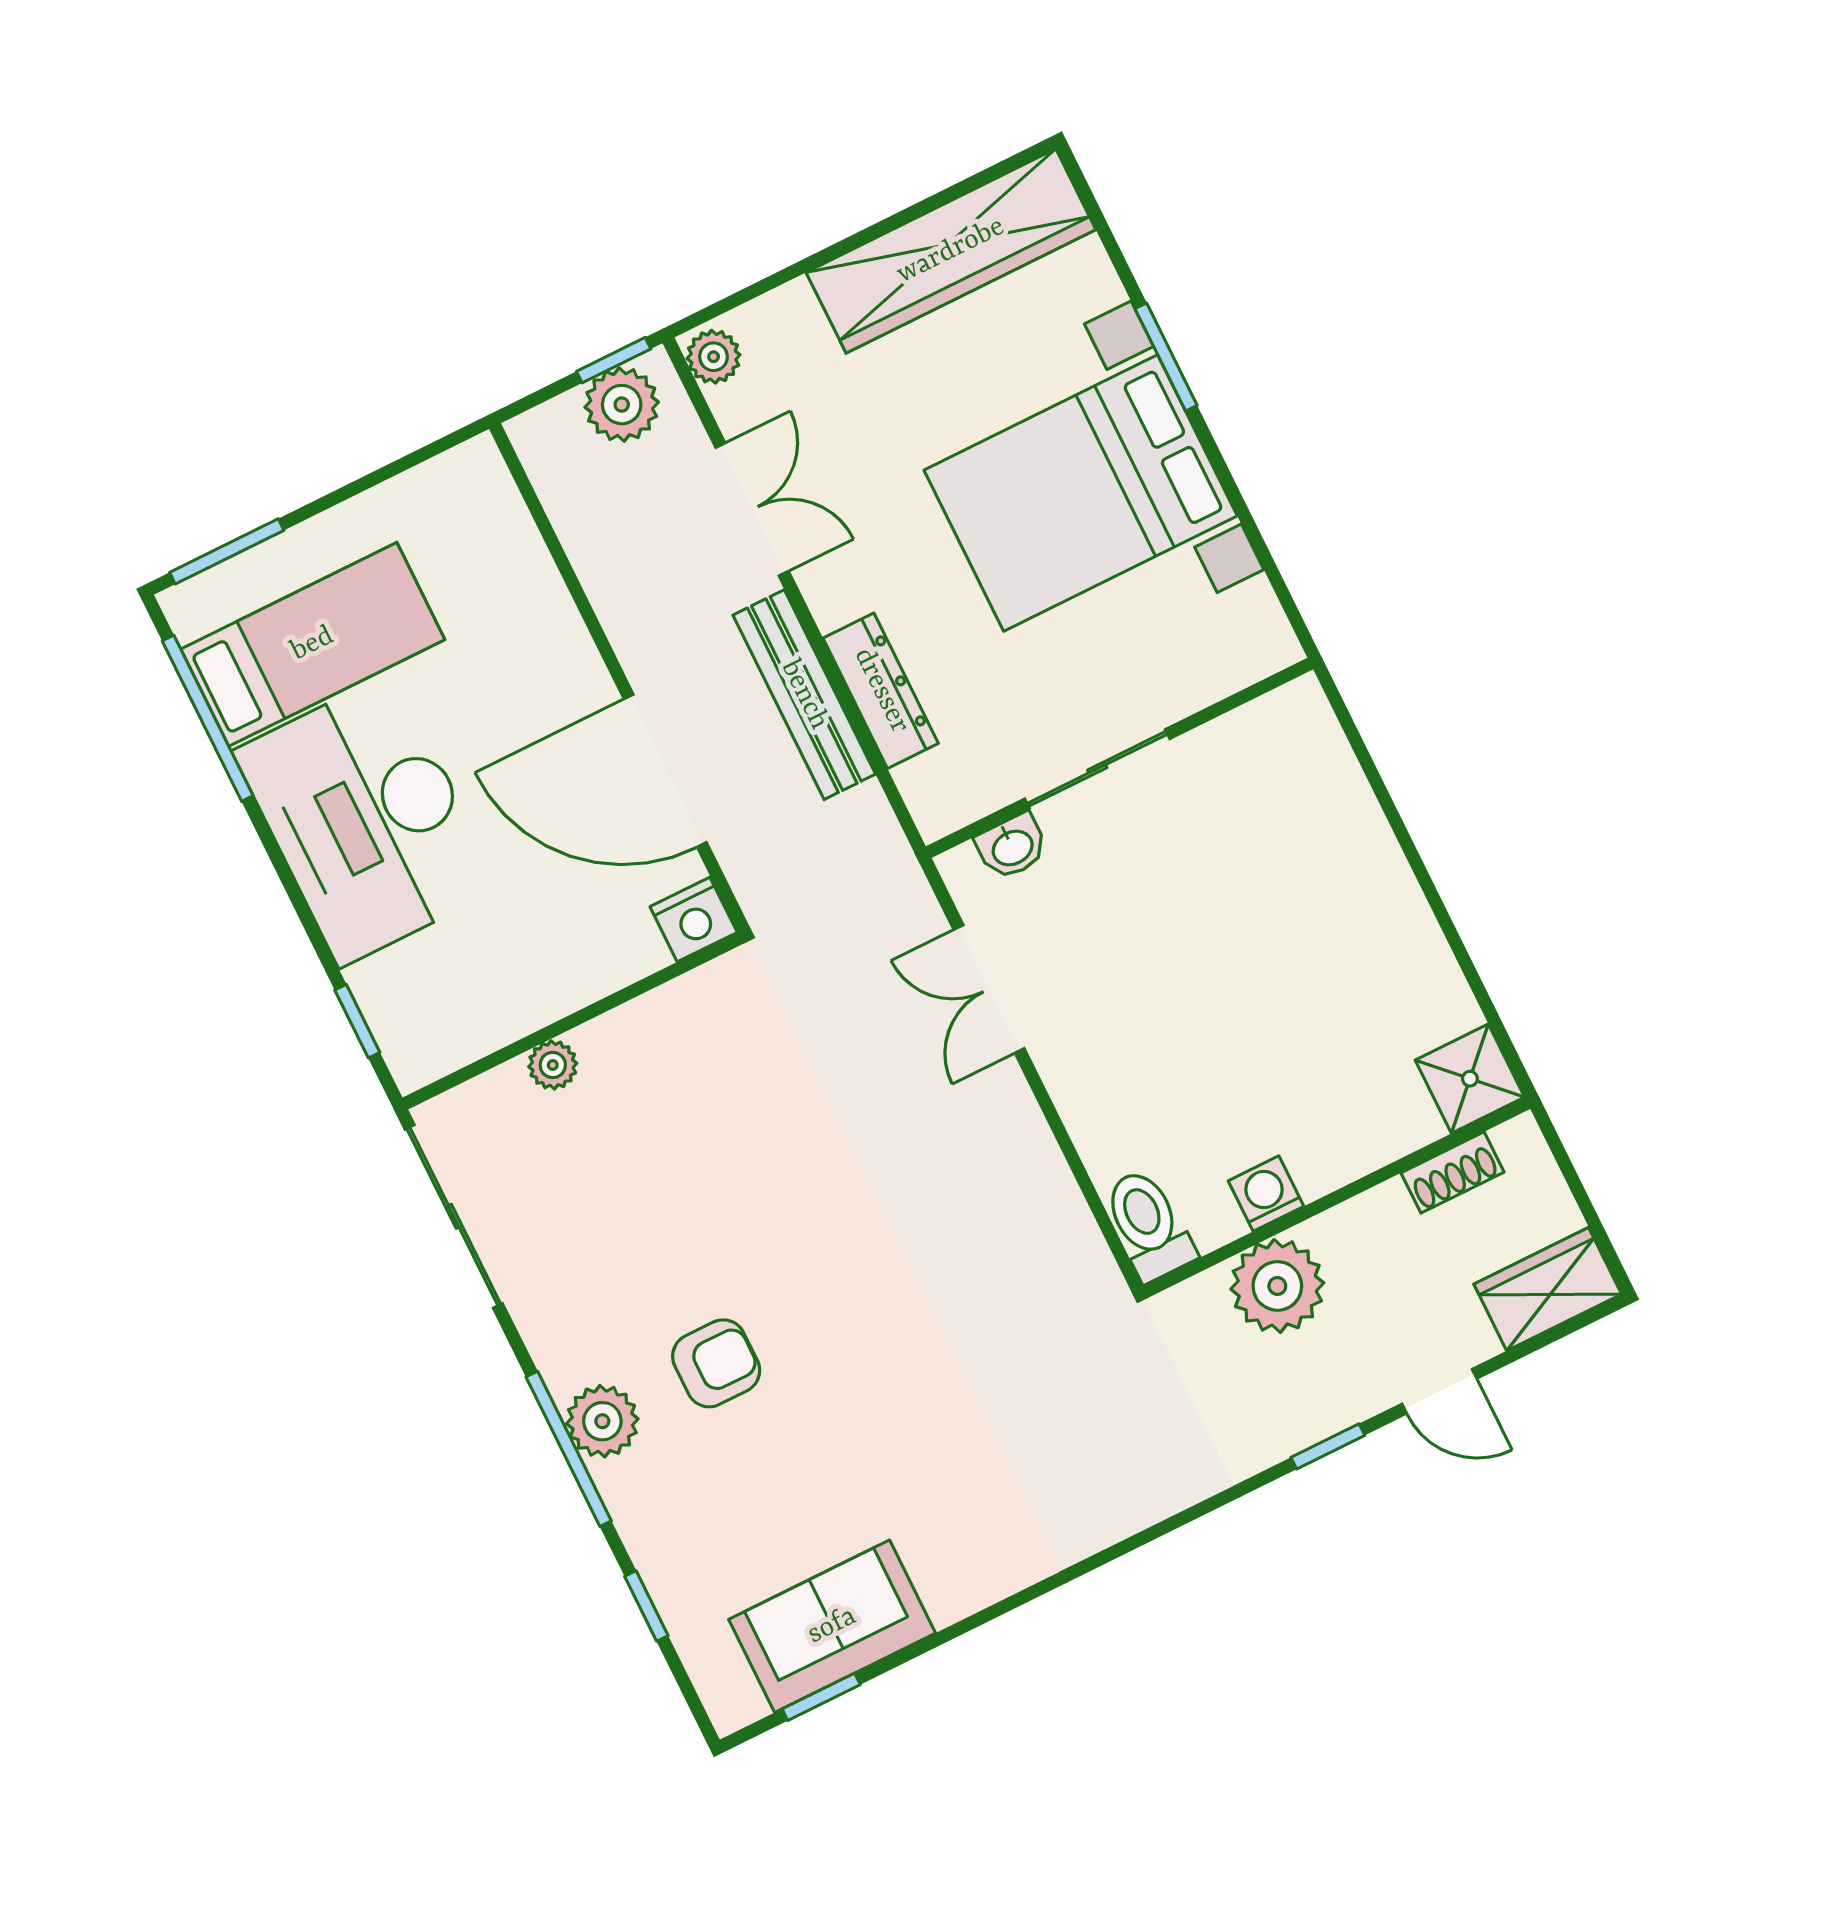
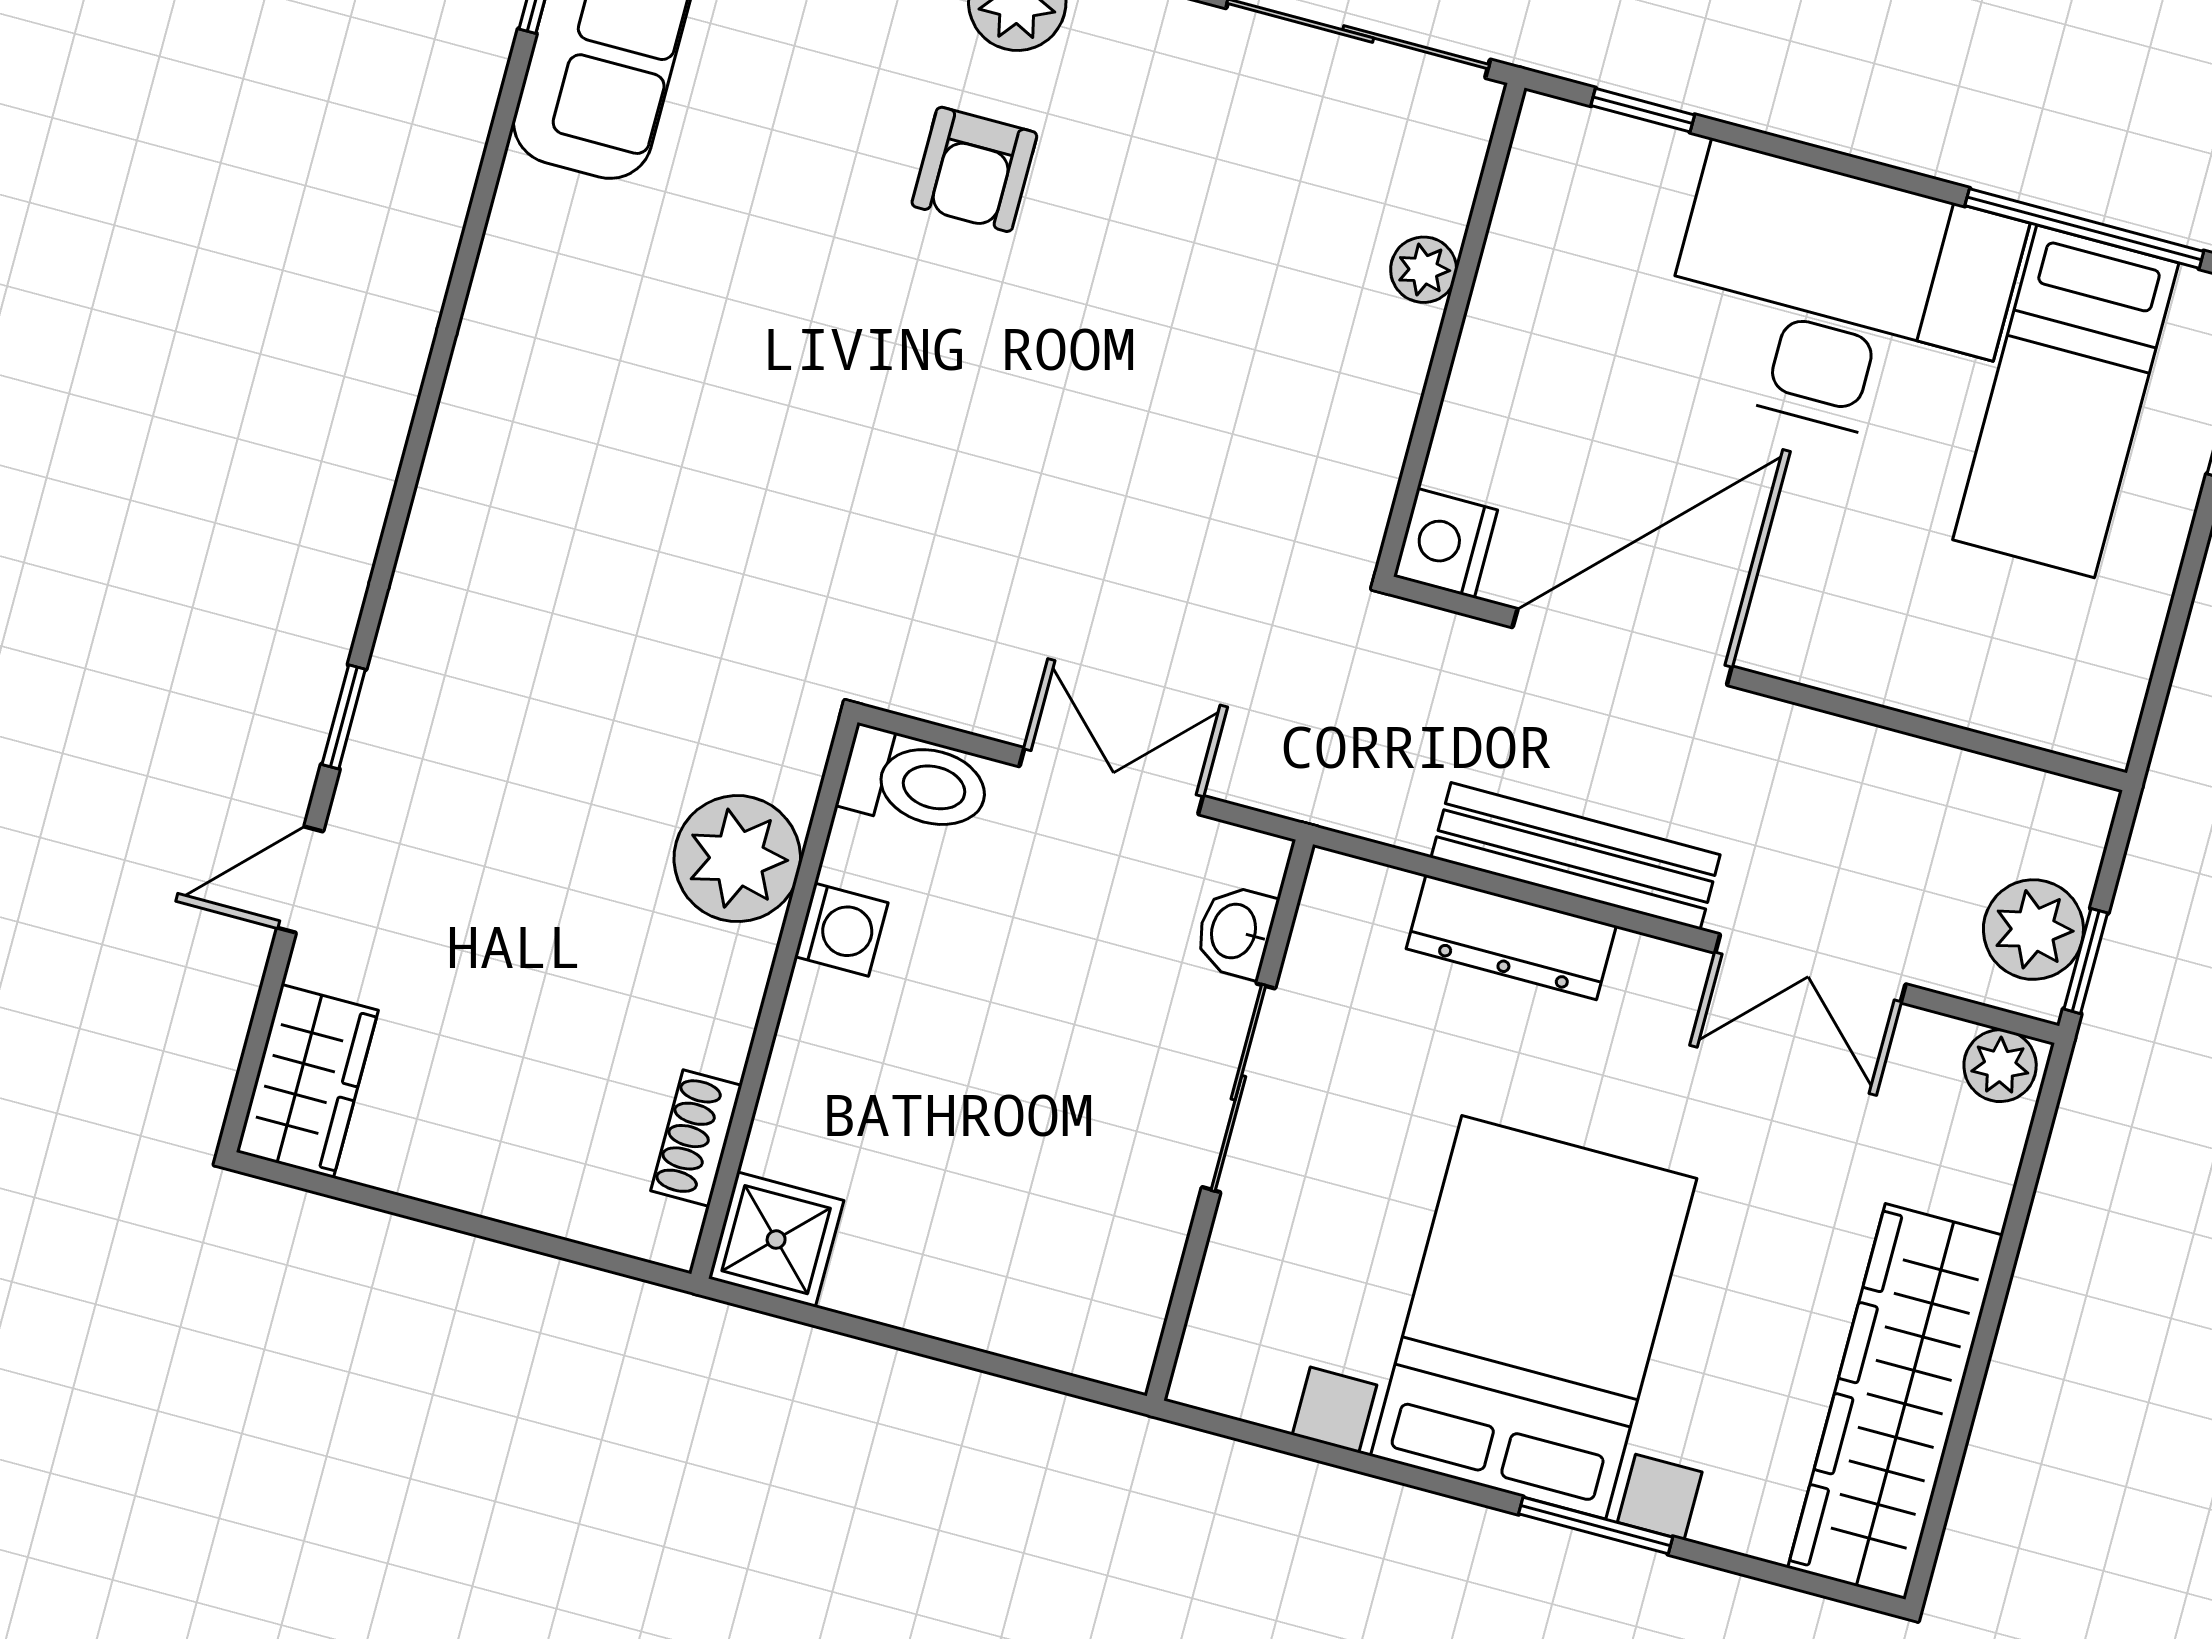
shower: (1470, 1079) -> (776, 1240), moved
shoe rack: (1453, 1172) -> (696, 1138), moved
washing machine: (1266, 1194) -> (841, 930), moved
wall: (1337, 1197) -> (774, 998), moved
toilet: (1148, 1225) -> (915, 782), moved
plant: (1277, 1286) -> (737, 859), moved

